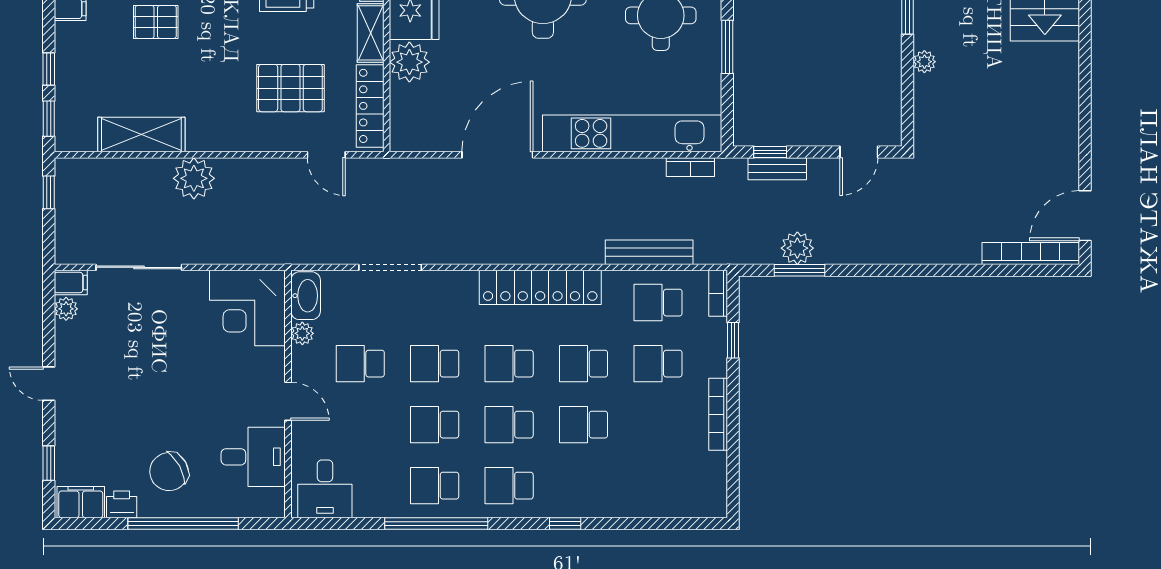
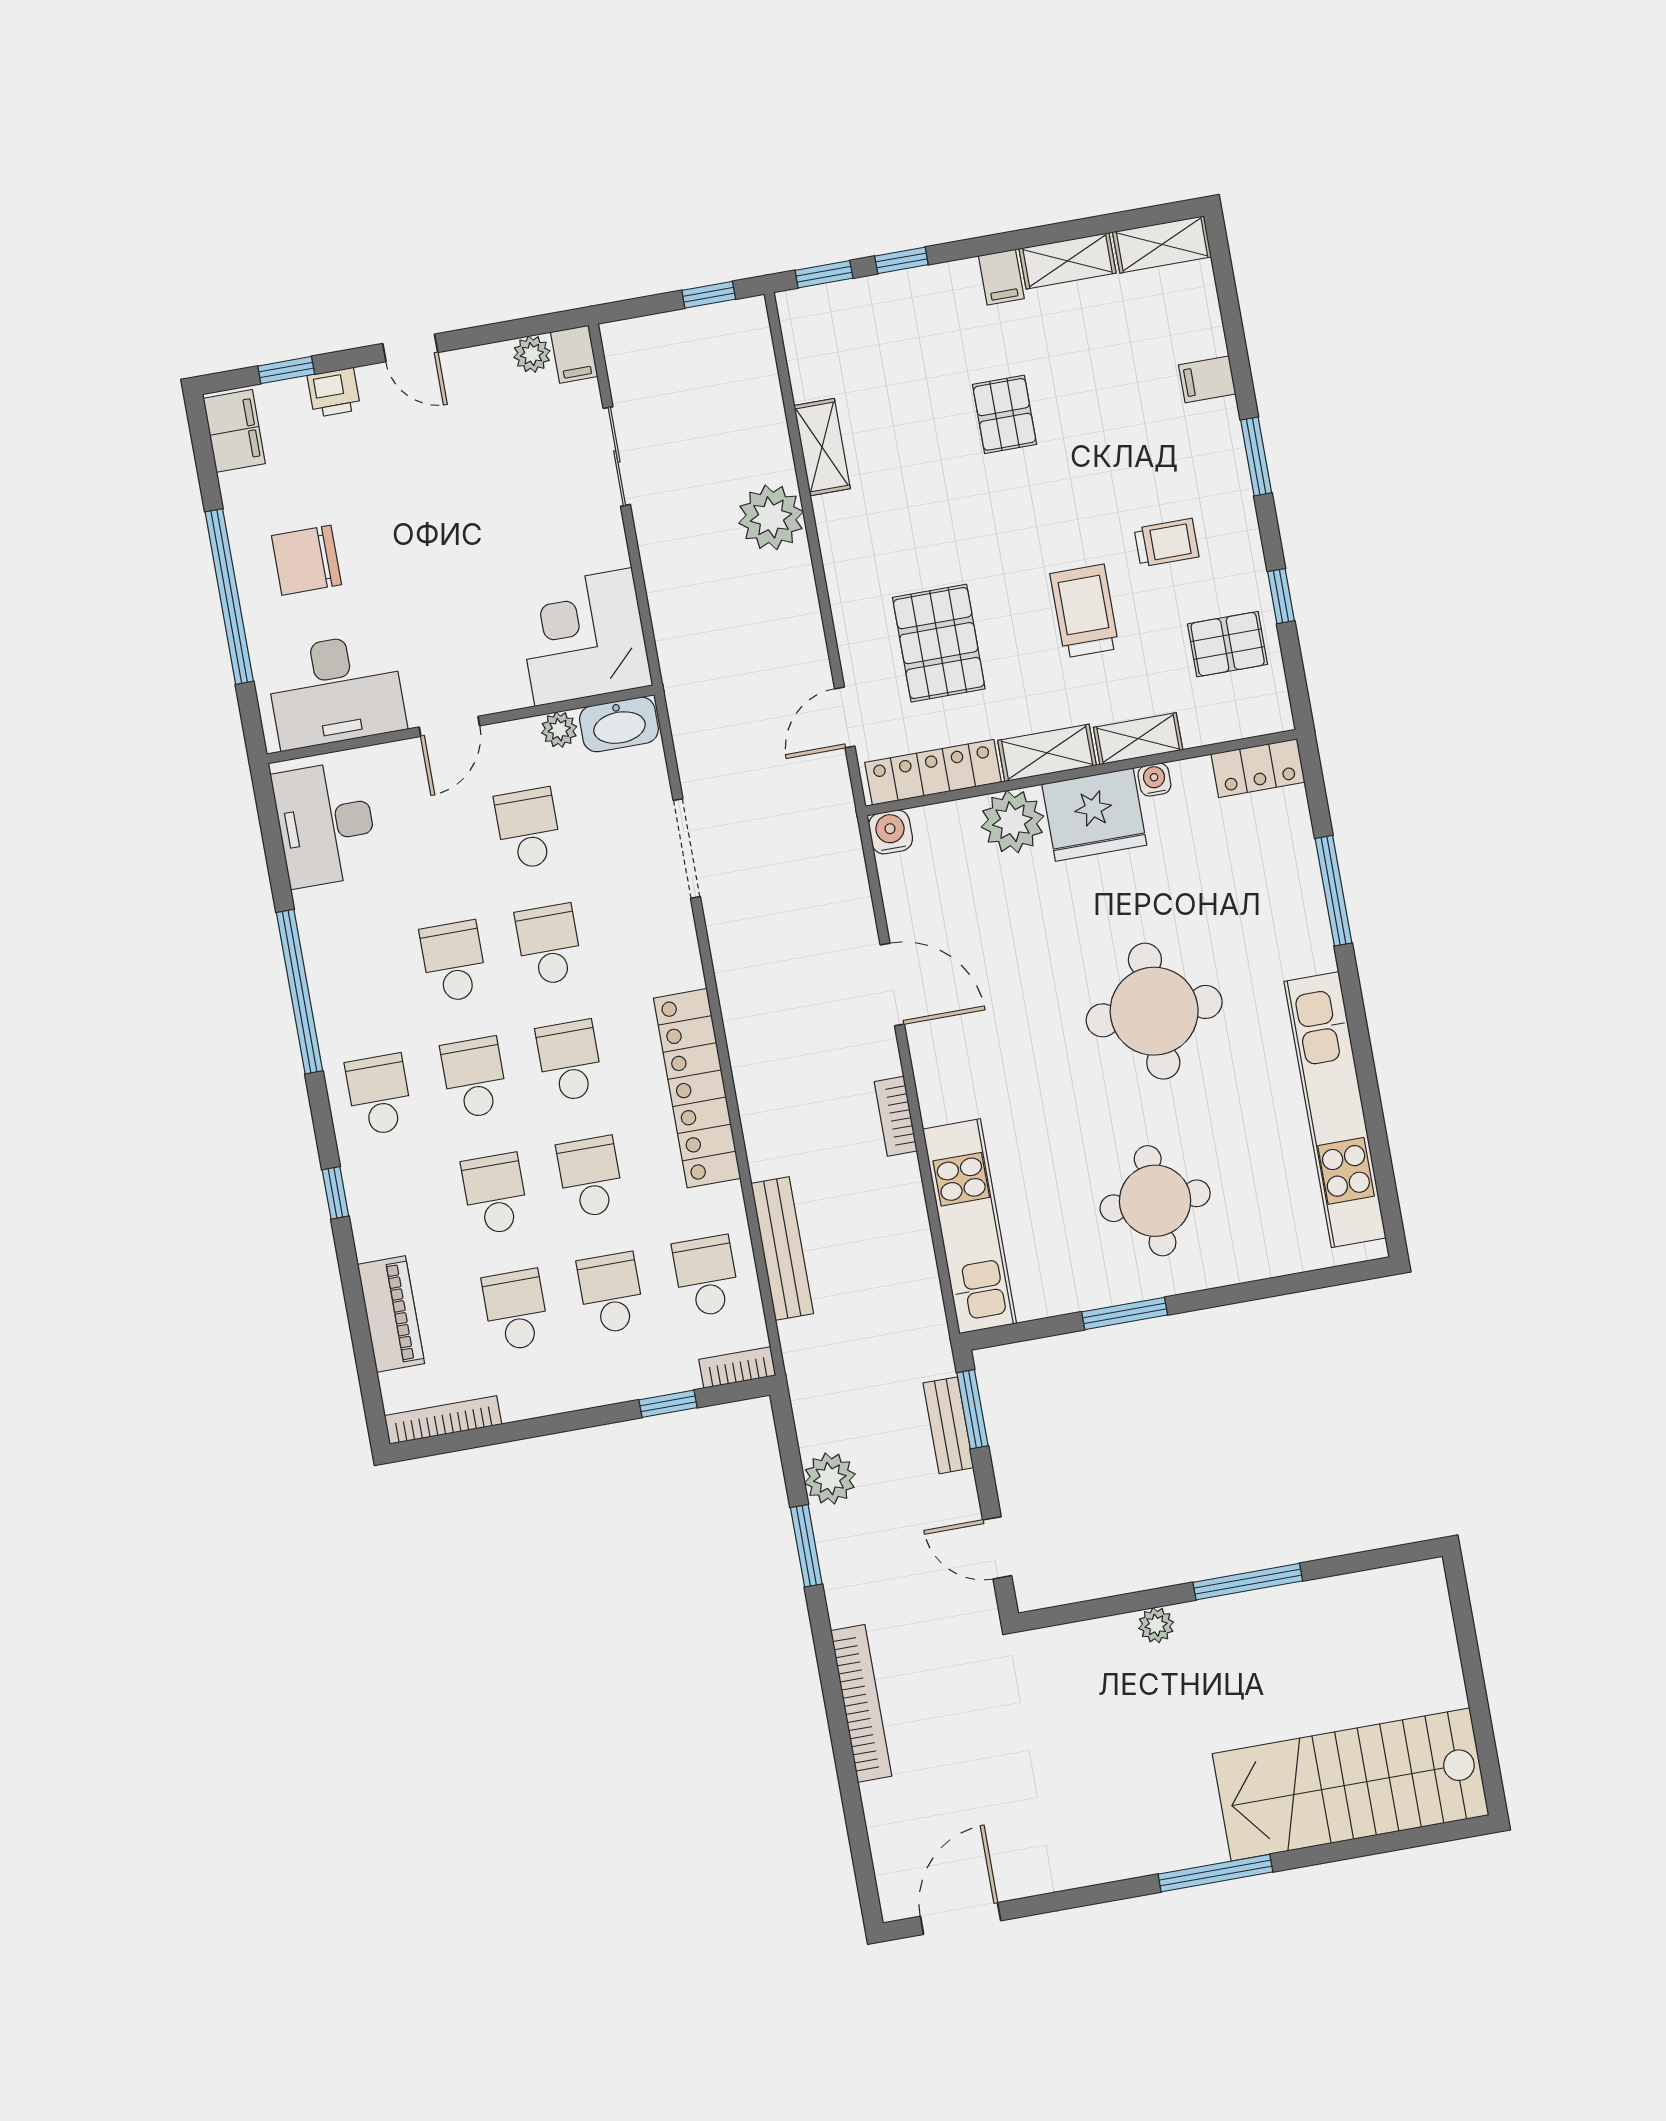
window: (1085, 52) -> (1215, 1873), added
kitchen unit: (632, 133) -> (970, 1226), width x0.73
shelving: (141, 135) -> (822, 447), width x0.67, depth x0.75
water cooler: (402, 139) -> (891, 832), added
window: (770, 152) -> (972, 1409), width x1.50
door: (497, 155) -> (892, 985), width x0.73
bookcase: (690, 167) -> (896, 1116), moved
door: (1085, 216) -> (961, 1918), hinge flipped
bookcase: (1031, 254) -> (861, 1703), moved
sliding door: (139, 267) -> (617, 456), width x0.73
window: (800, 270) -> (806, 1546), moved
door: (49, 384) -> (410, 348), swing flipped
bookcase: (718, 414) -> (443, 1420), moved
desk: (253, 457) -> (336, 691), width x1.37
chair: (169, 472) -> (306, 560), turned -61
school desk: (435, 486) -> (516, 1310), moved
desk: (325, 489) -> (326, 824), width x1.37
piano: (647, 503) -> (391, 1314), added
printer: (122, 504) -> (334, 392), moved, turned 90

